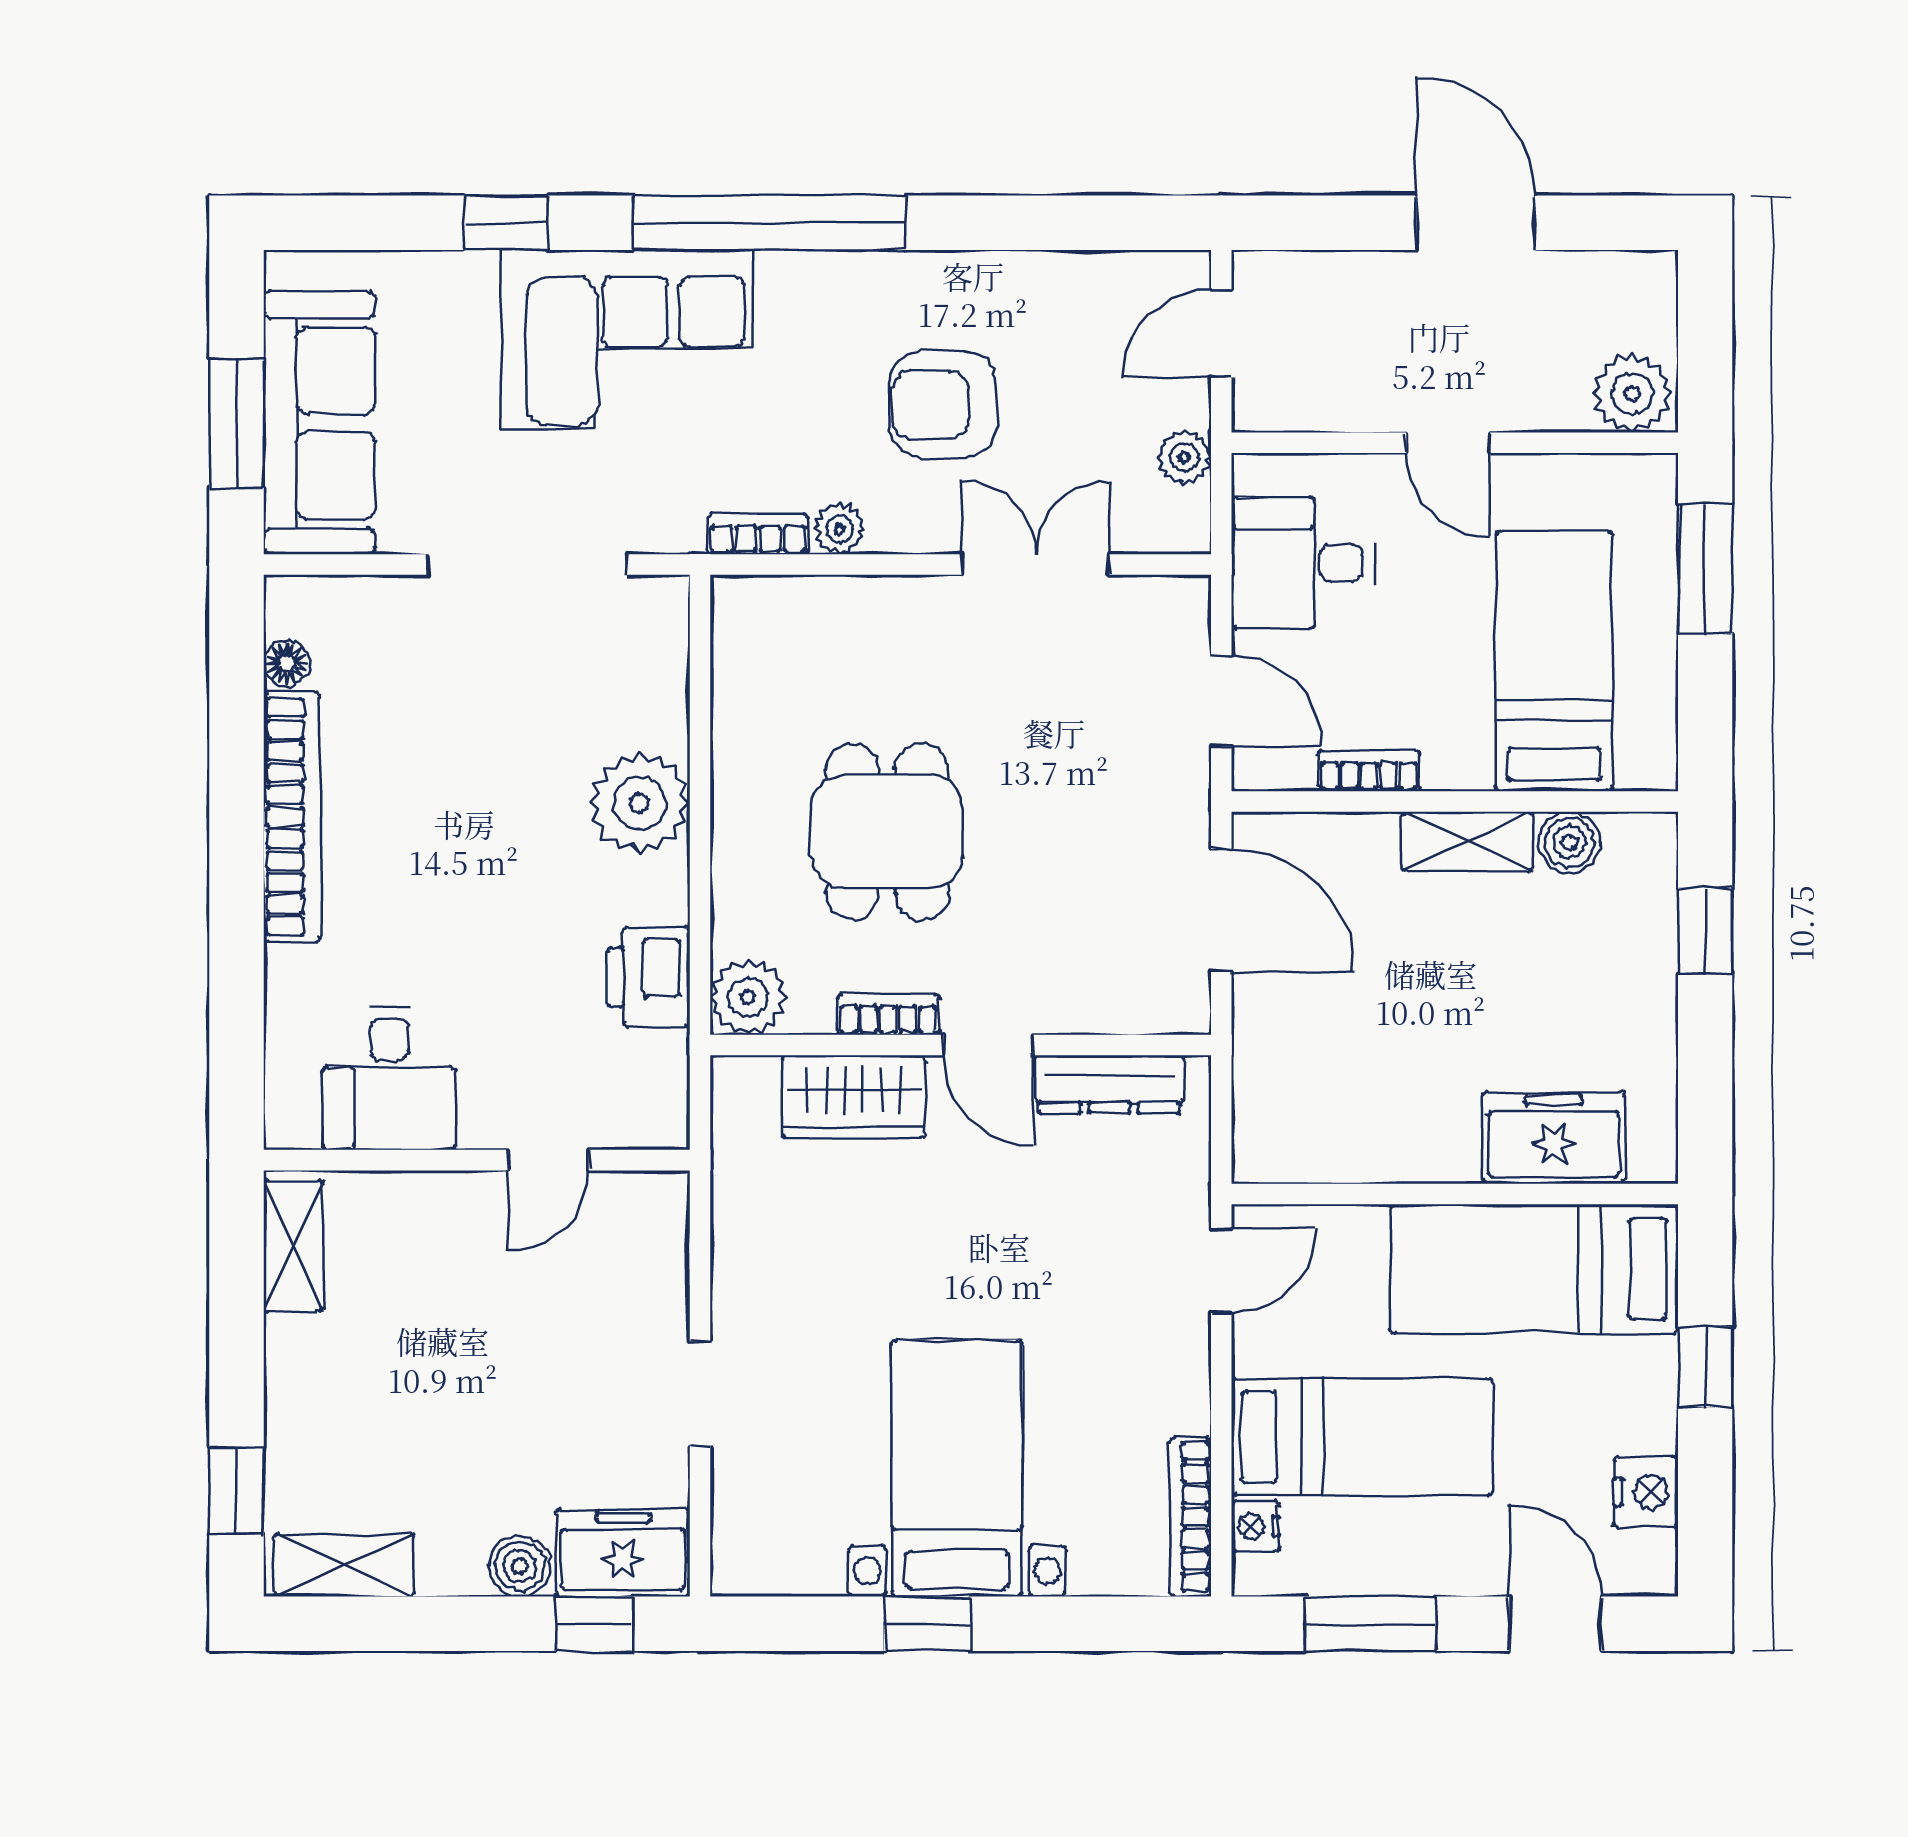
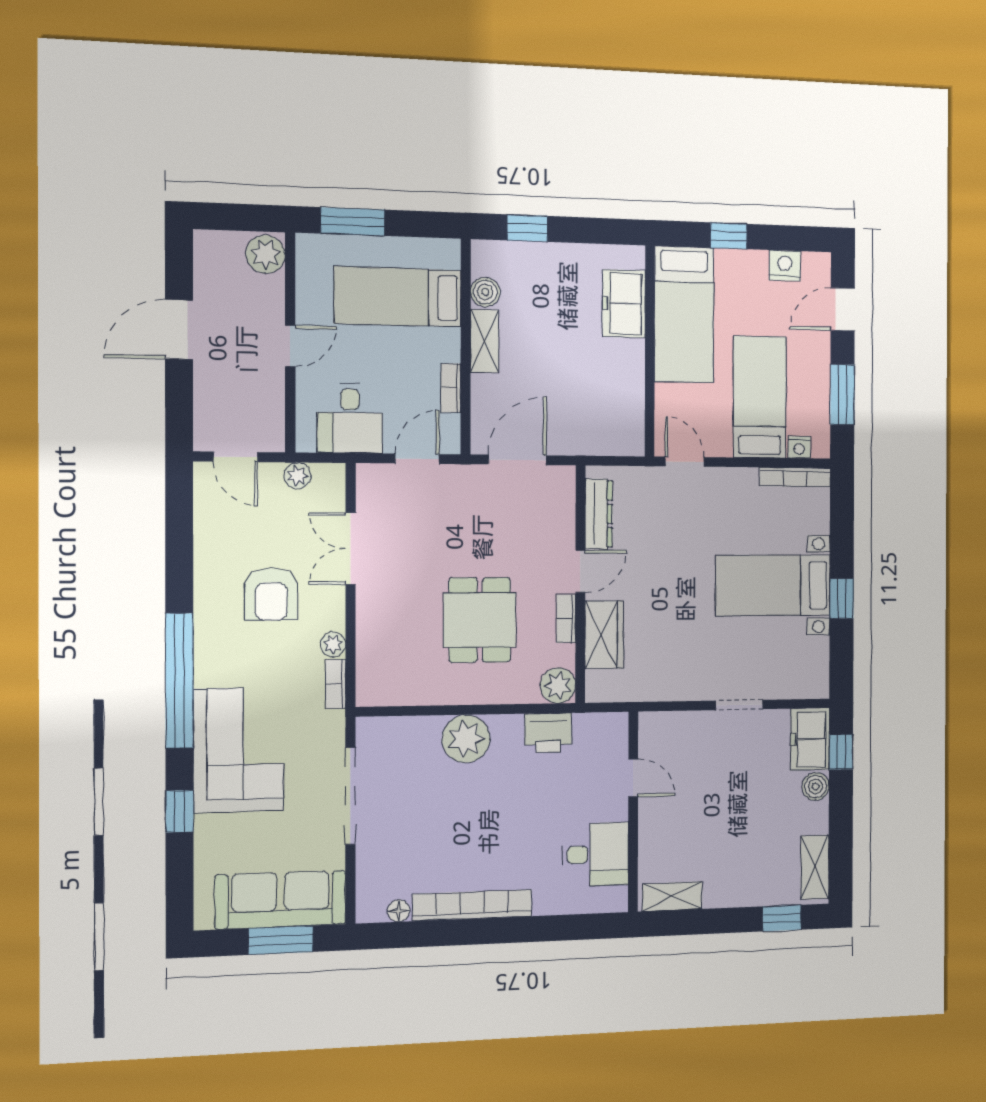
dining table: (887, 831) -> (480, 620), turned 90

